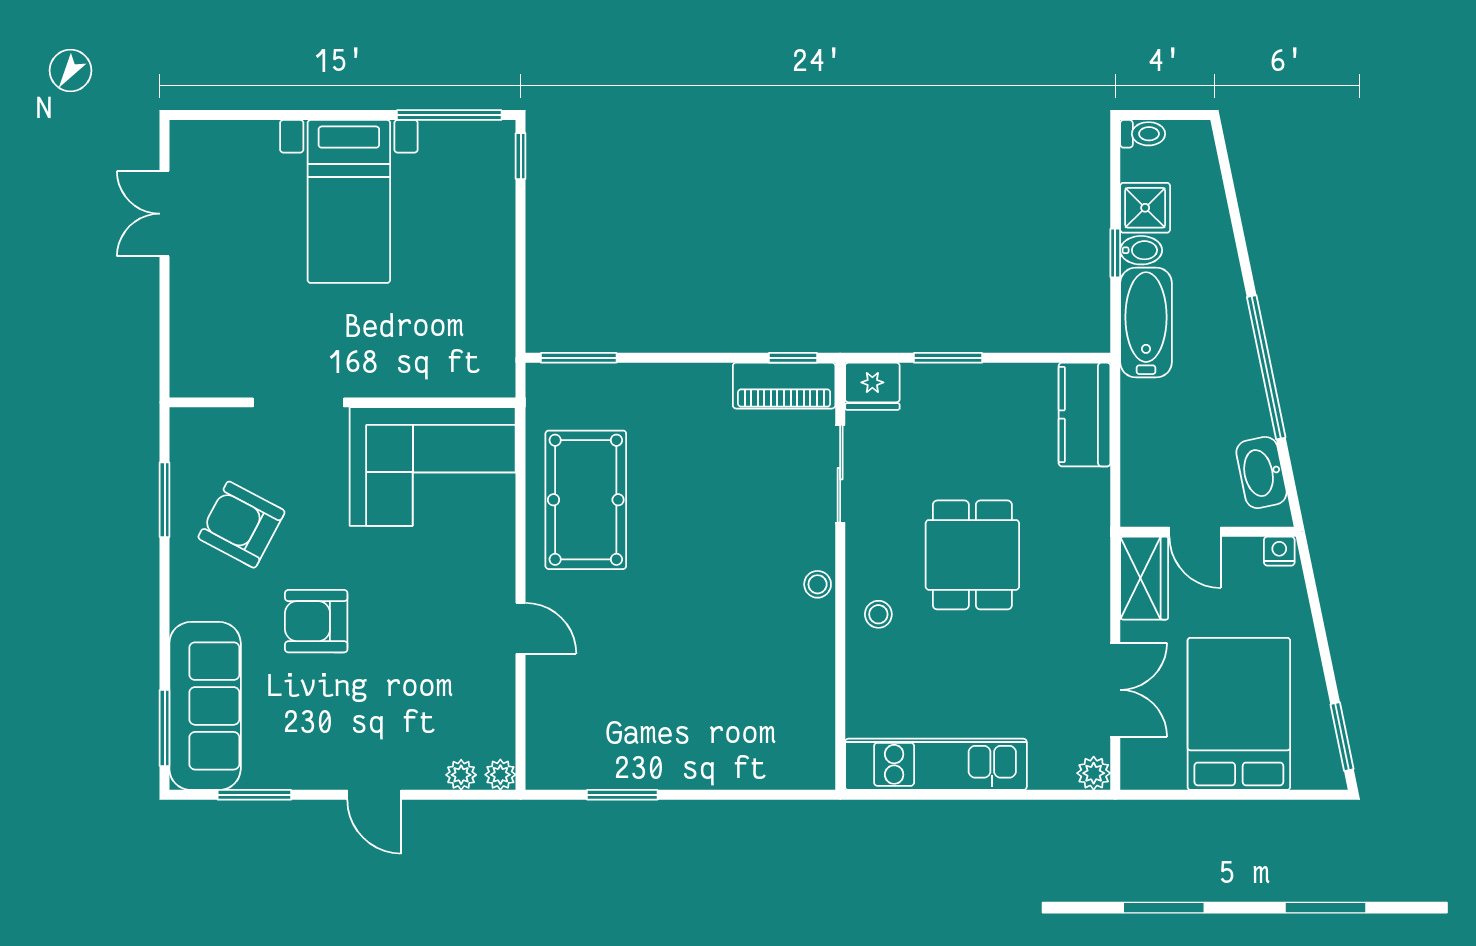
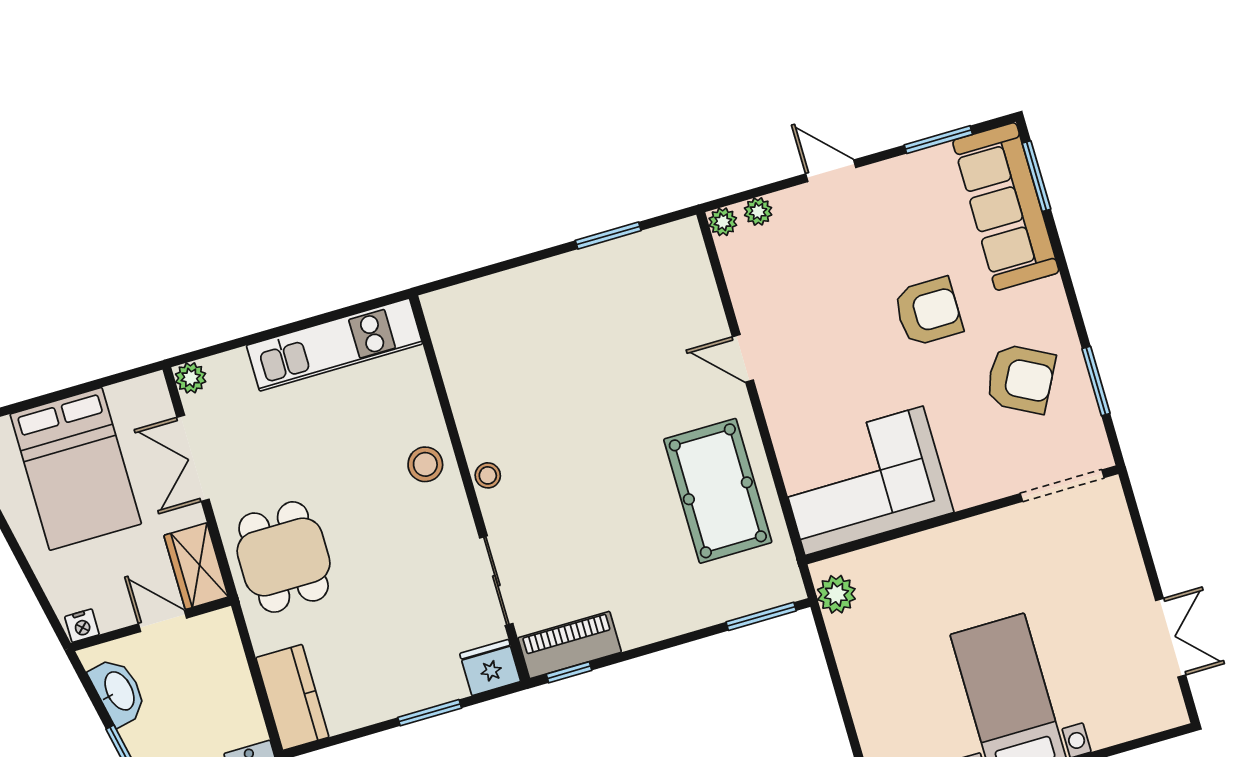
plant: (495, 358) -> (836, 594), added
doorway: (298, 402) -> (1062, 486), moved
dining table: (972, 555) -> (284, 557), moved
stool: (878, 614) -> (425, 464), width x1.37, depth x1.37

